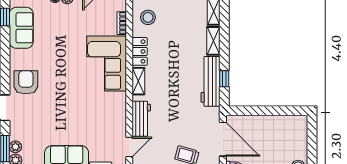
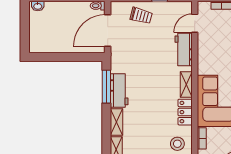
window: (224, 79) -> (106, 87), width x2.17
workbench: (211, 81) -> (119, 91), width x0.73
door: (223, 139) -> (108, 31), hinge flipped

